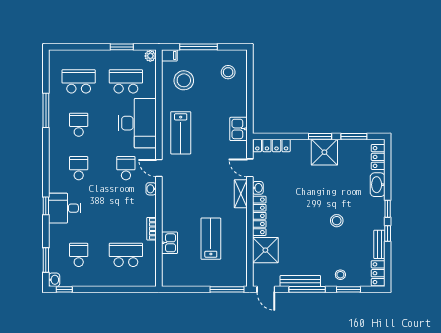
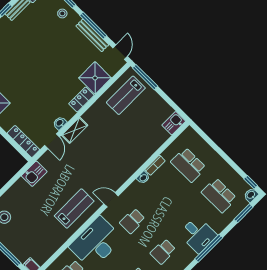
stool: (184, 80) -> (38, 240), removed
door: (159, 168) -> (111, 200), swing flipped
washbasin: (151, 189) -> (143, 178), moved
window: (46, 206) -> (209, 248), width x2.17
locker: (259, 216) -> (81, 99), width x0.66
stool: (337, 221) -> (30, 51), removed
lab bench: (211, 239) -> (126, 95), moved
kitchen sink: (169, 243) -> (174, 123), moved
school desk: (79, 255) -> (219, 195), width x1.85

